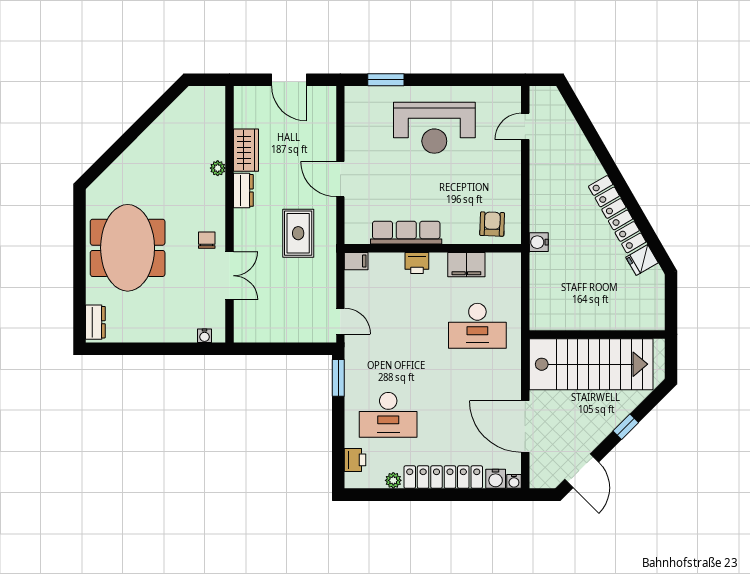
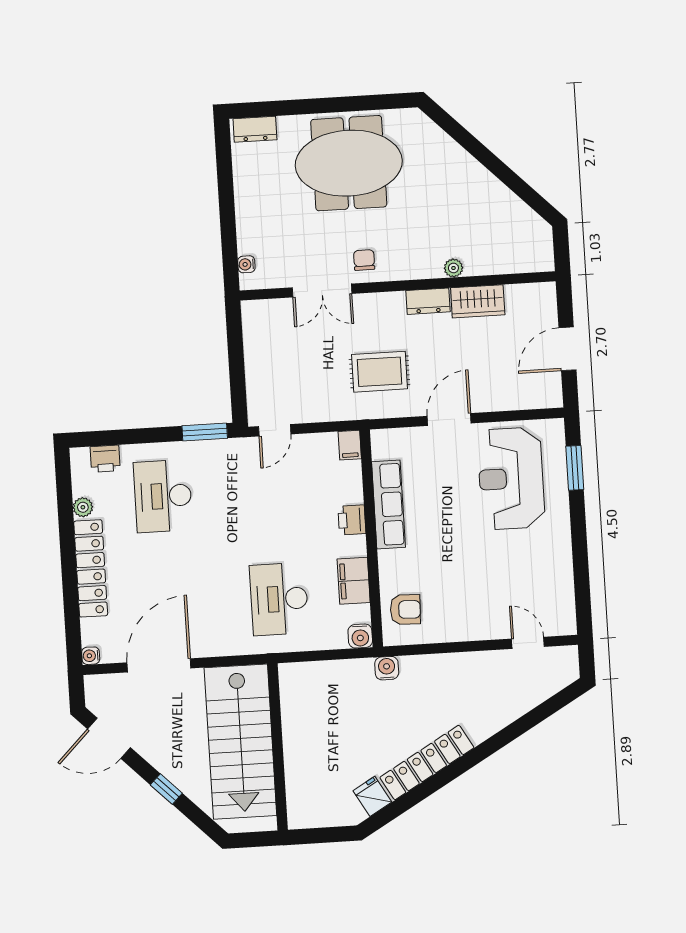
reception desk: (434, 128) -> (511, 478), moved
chair: (207, 240) -> (364, 260), turned -90
water cooler: (496, 479) -> (360, 636), moved, turned -90

